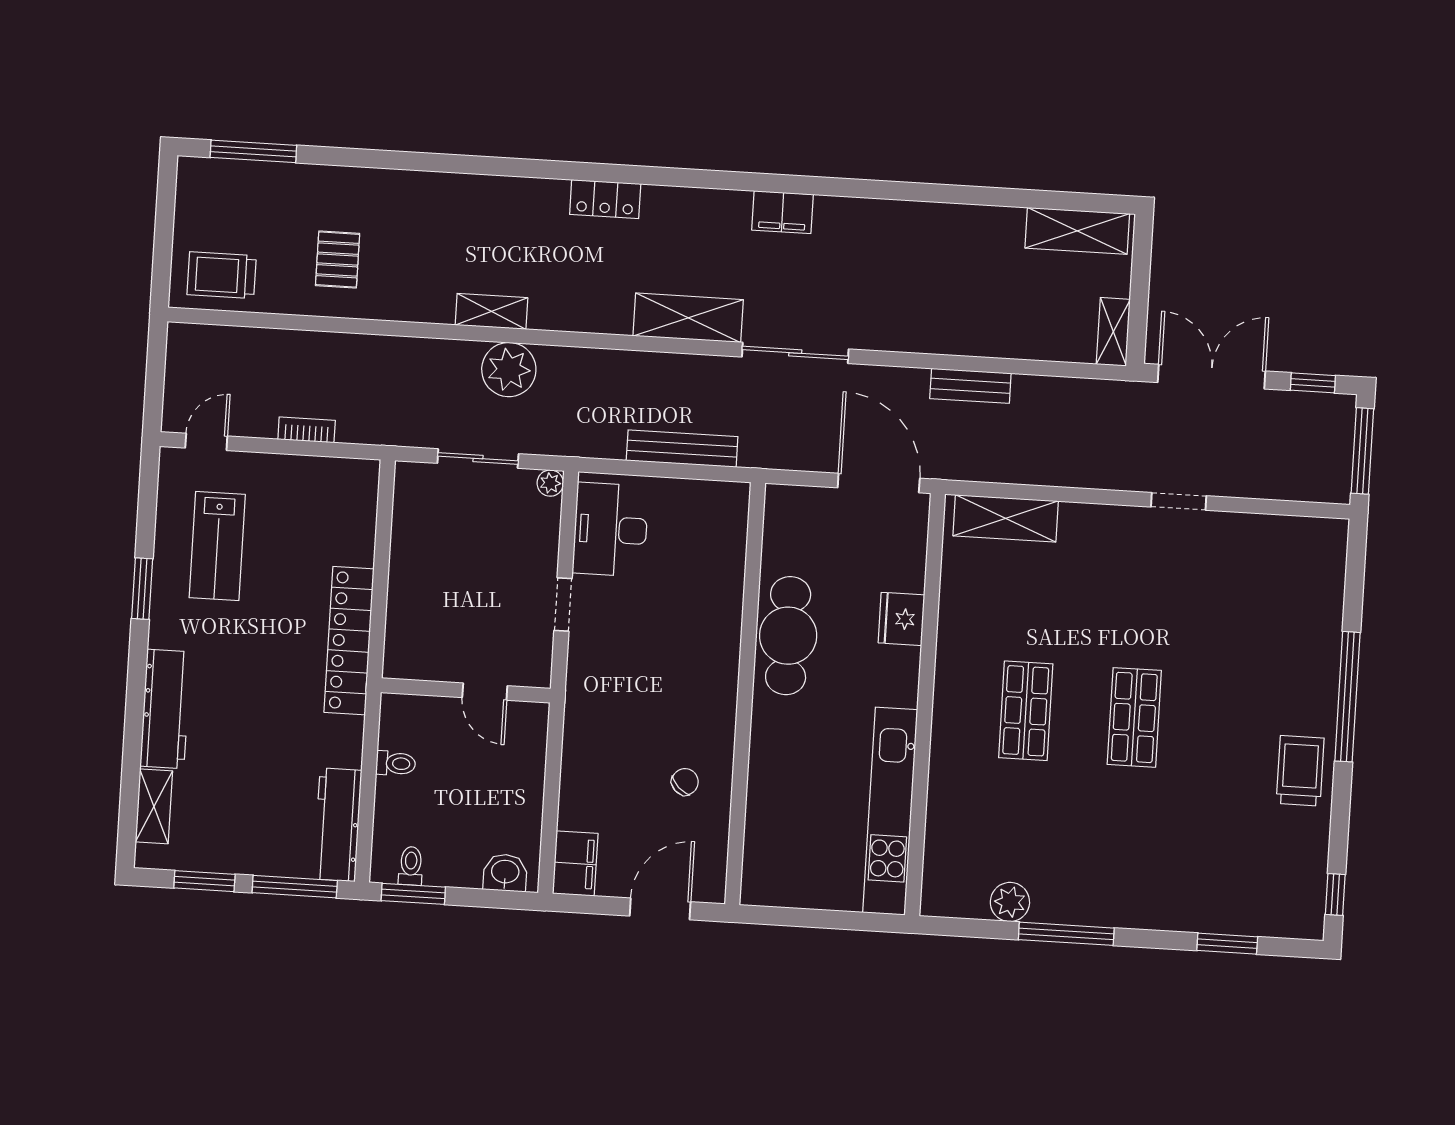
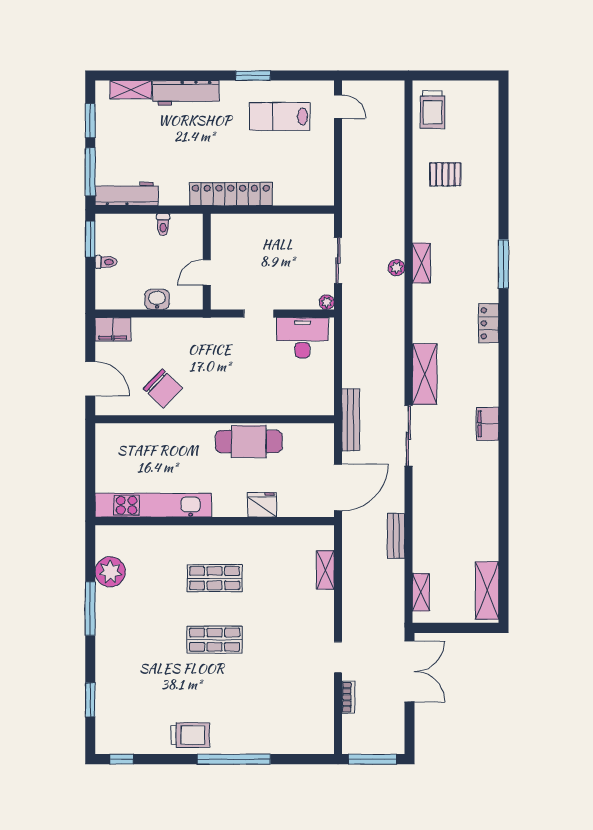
window: (253, 151) -> (504, 264), moved
trolley: (222, 275) -> (433, 110), turned 180
shelving: (1113, 332) -> (421, 592), moved, turned 90
plant: (509, 370) -> (396, 268), width x0.53, depth x0.53
window: (1313, 383) -> (409, 729), removed
bookcase: (307, 430) -> (348, 697), moved
bench: (682, 449) -> (351, 420), moved
shelving: (1006, 518) -> (325, 570), width x0.67, depth x0.75
chair: (685, 782) -> (163, 388), width x1.87, depth x1.87
toilet: (411, 866) -> (106, 262), moved
washbasin: (505, 873) -> (157, 299), moved, turned -90
plant: (1010, 902) -> (110, 572), width x1.36, depth x1.36

